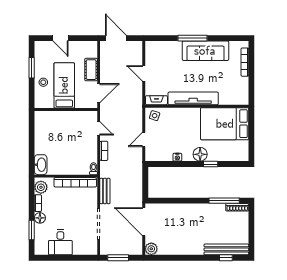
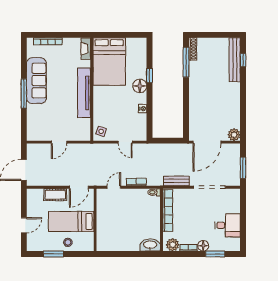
door: (99, 93) -> (79, 187), swing flipped
fireplace: (156, 100) -> (86, 49), moved

